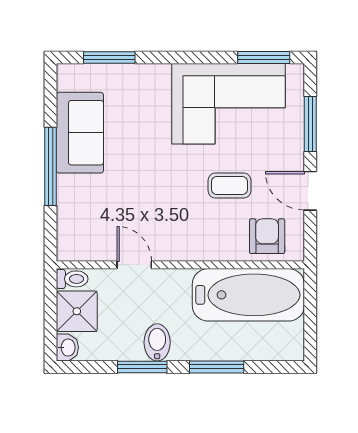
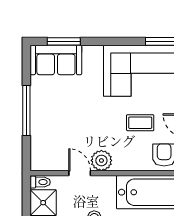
sofa: (80, 133) -> (56, 60), moved, turned 90
plant: (169, 245) -> (101, 160), added

